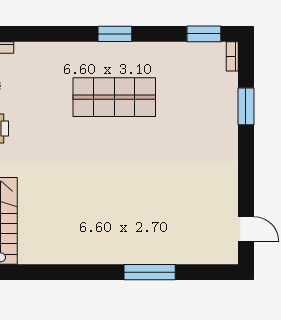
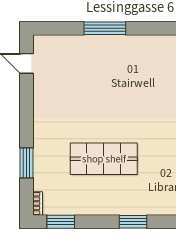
shop shelf: (114, 97) -> (104, 159), moved

